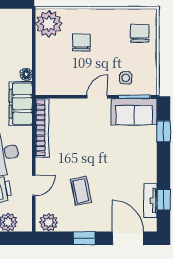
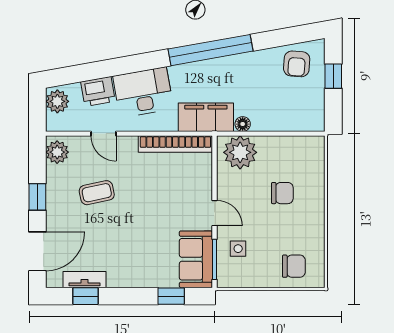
plant: (49, 24) -> (240, 152), moved

